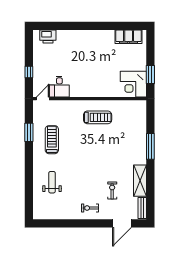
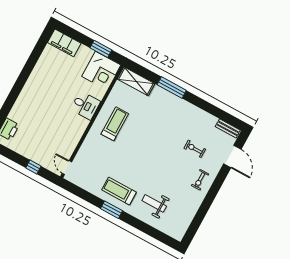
filing cabinet: (129, 37) -> (64, 43), moved, turned 90
desk: (59, 87) -> (85, 105), moved
window: (29, 132) -> (111, 210), moved
treadmill: (52, 140) -> (119, 191), moved
shelving: (140, 181) -> (136, 81), moved

